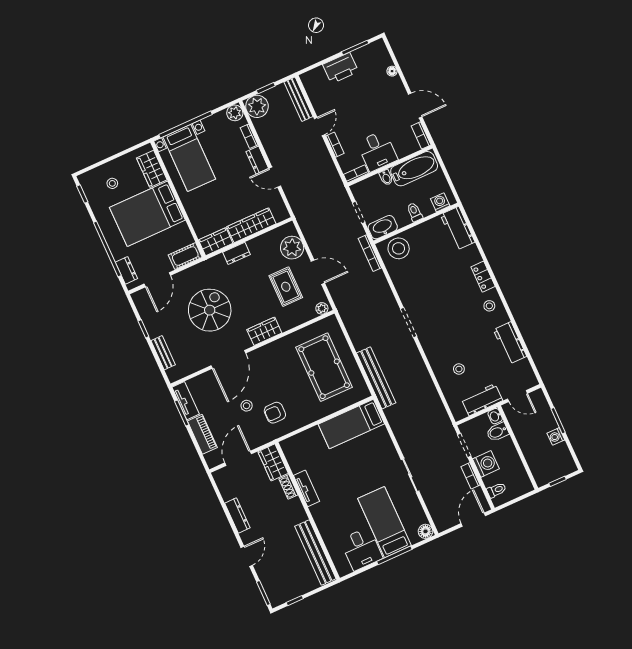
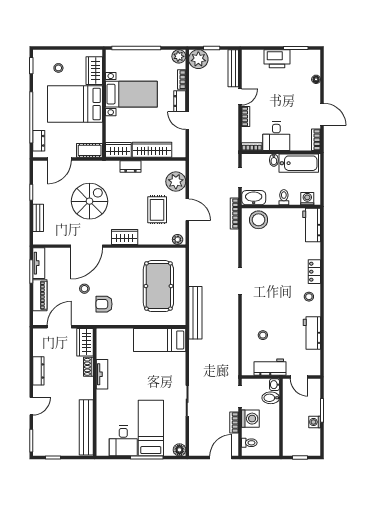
bed with nightstands: (189, 158) -> (131, 94), moved, turned -90

